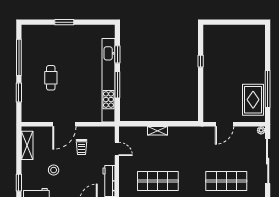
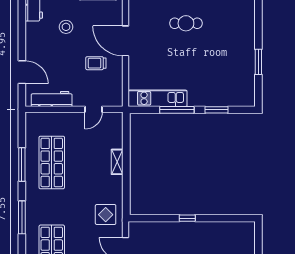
window: (64, 22) -> (258, 62), moved
window: (201, 61) -> (187, 218), moved
kitchen unit: (108, 80) -> (158, 98), width x0.54
display table: (198, 140) -> (106, 215), added

